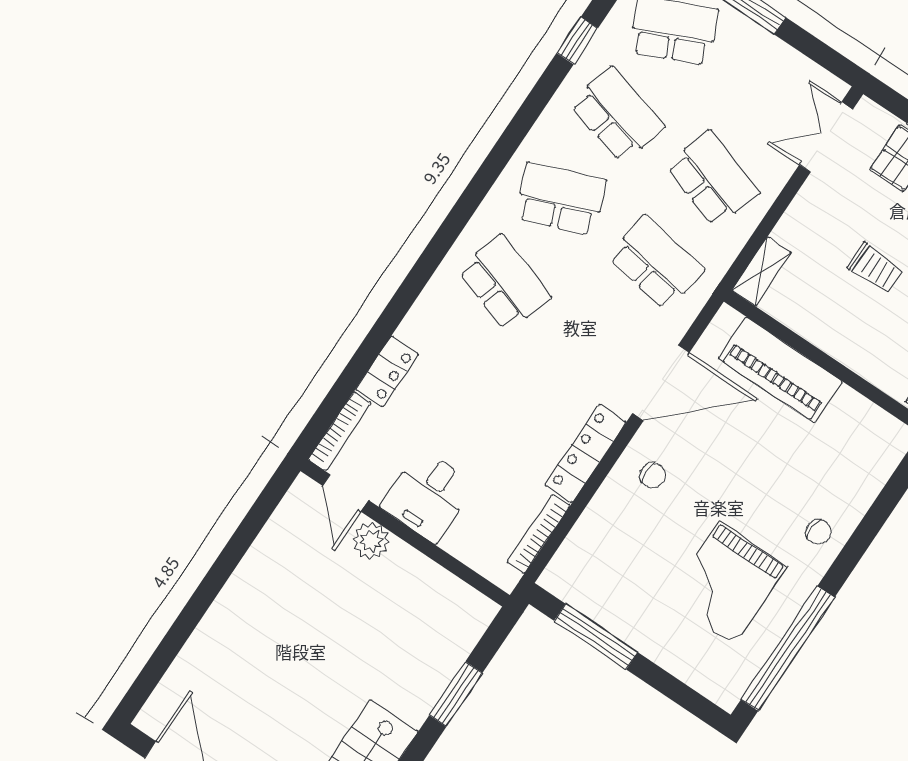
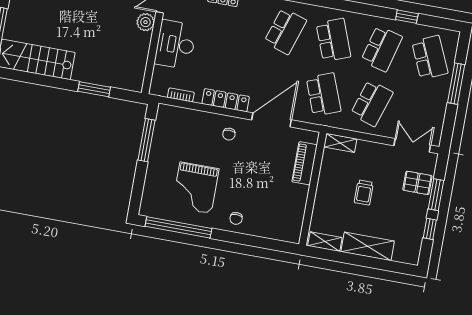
school desk: (656, 263) -> (324, 94), turned -30
piano: (780, 370) -> (305, 163), width x0.73, depth x0.75
door: (661, 383) -> (271, 120), swing flipped
desk: (428, 495) -> (175, 45), width x1.37
bookcase: (538, 534) -> (181, 95), width x0.64
grand piano: (727, 583) -> (196, 188), turned -90

